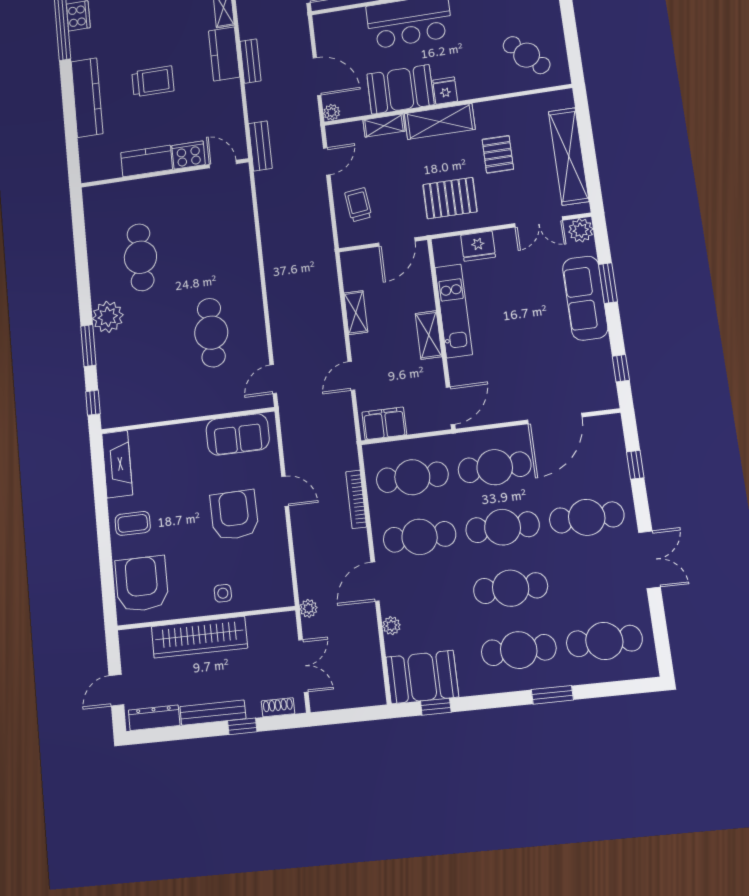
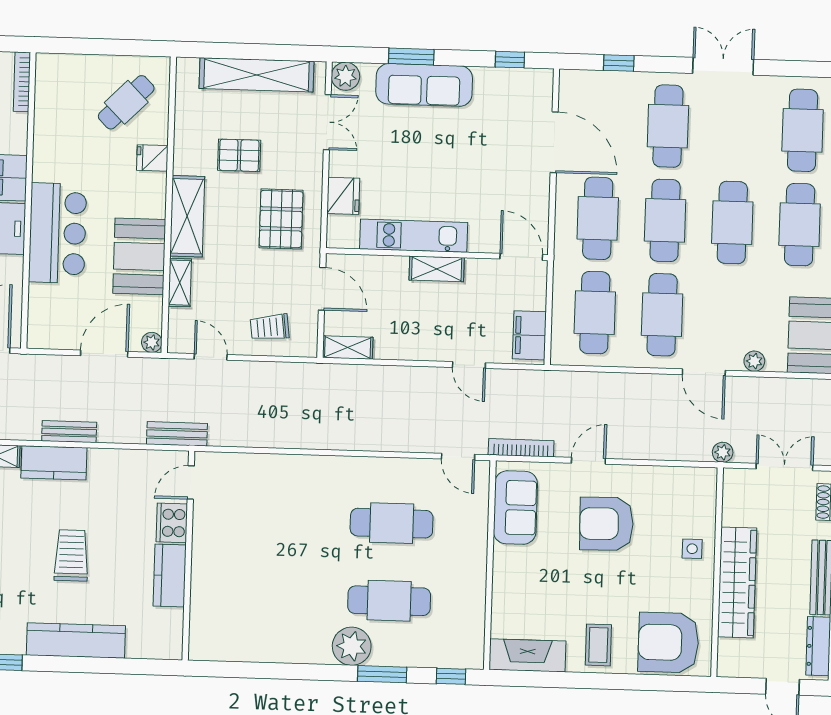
fridge: (445, 91) -> (152, 158), moved
cafe table: (140, 257) -> (389, 601), moved
shelving: (356, 313) -> (348, 347), moved
bookcase: (356, 499) -> (521, 448), moved, turned 180

